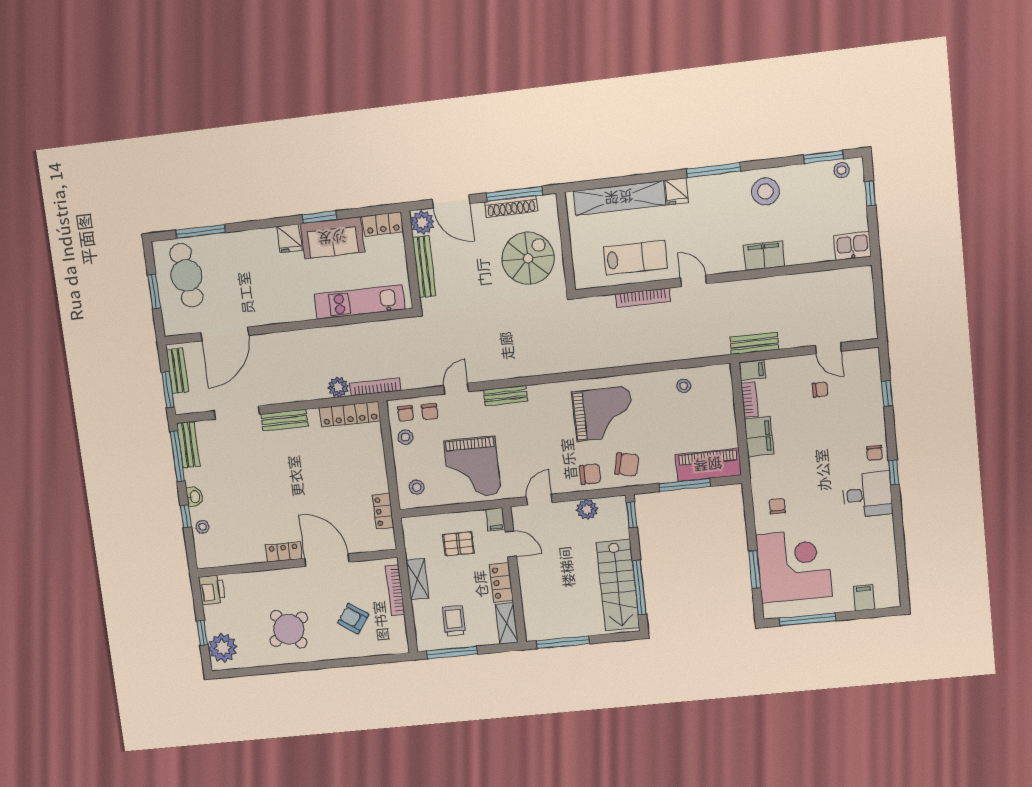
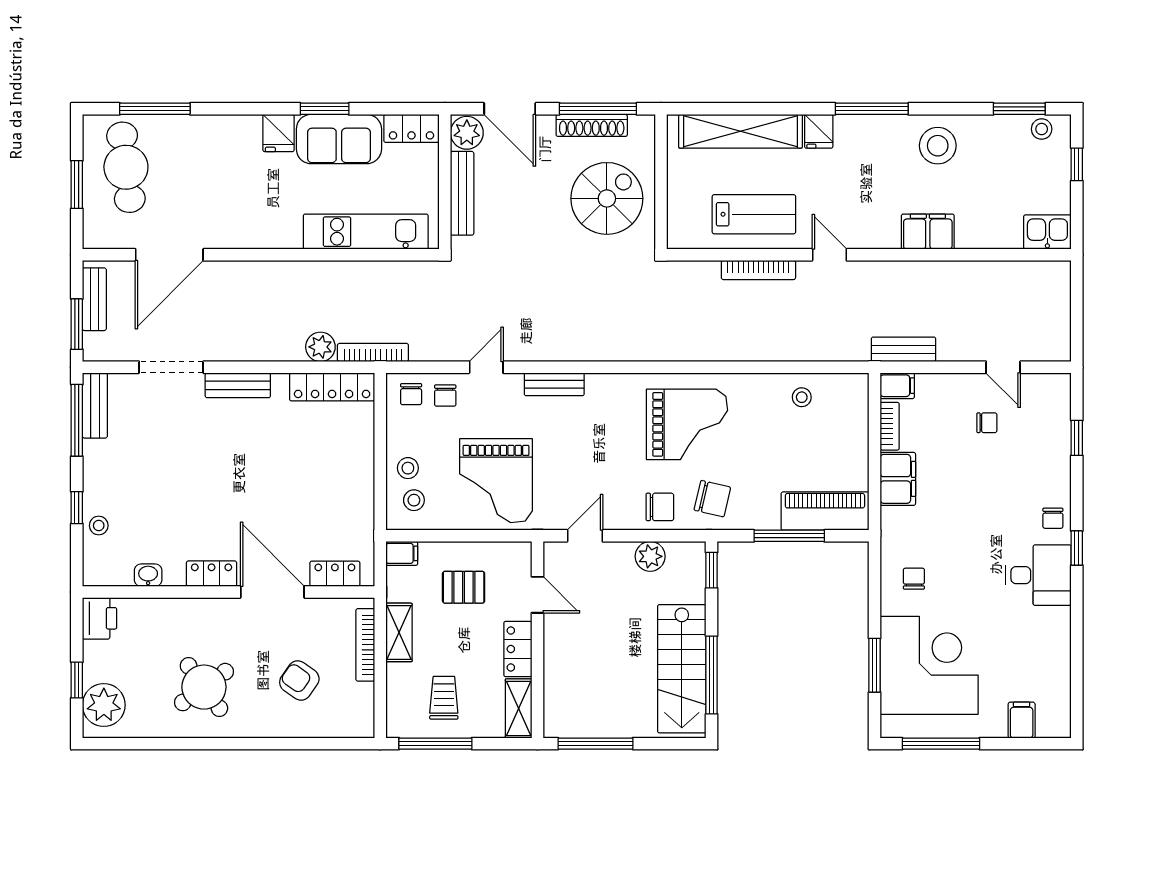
stool: (405, 437) -> (408, 468), moved
washbasin: (195, 497) -> (148, 575), moved, turned -90
locker: (383, 511) -> (335, 574), moved, turned 90
filing cabinet: (495, 519) -> (402, 553), moved, turned -90

